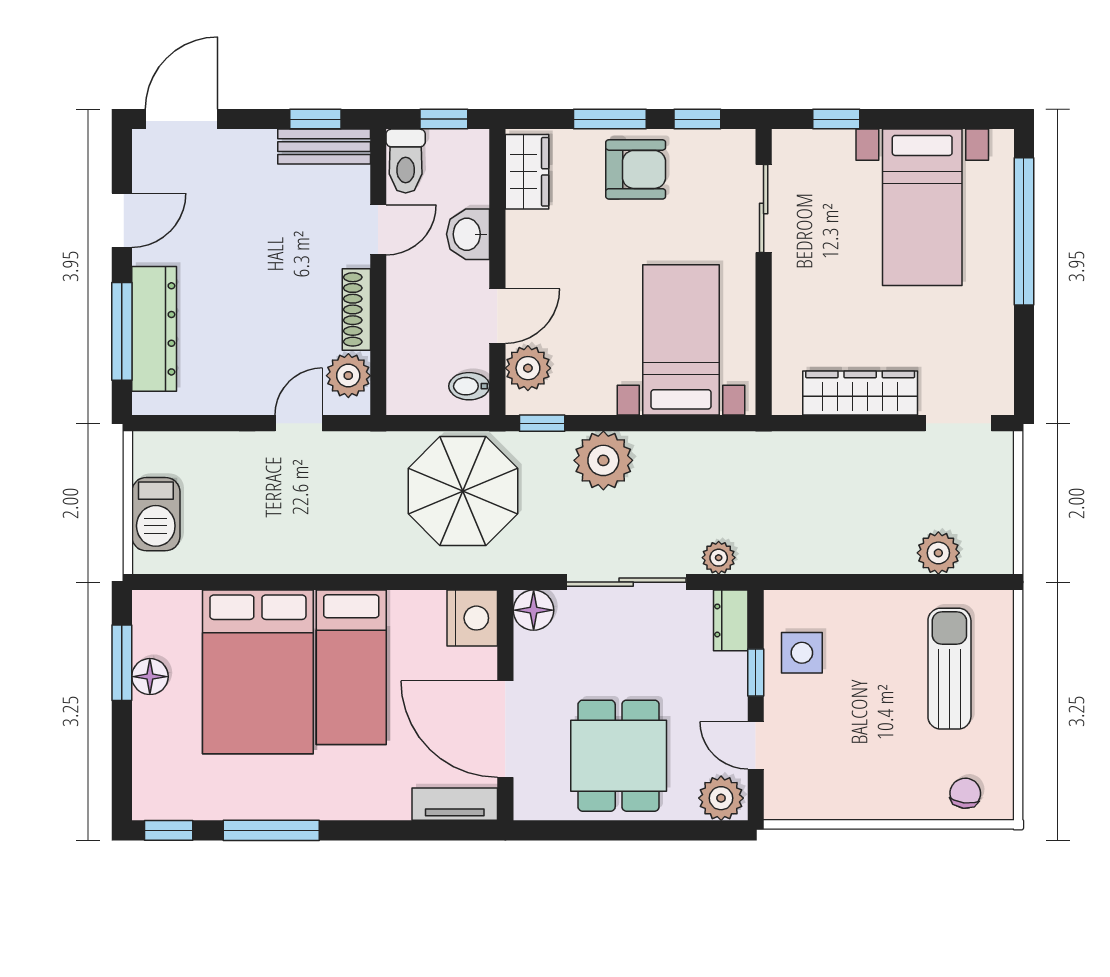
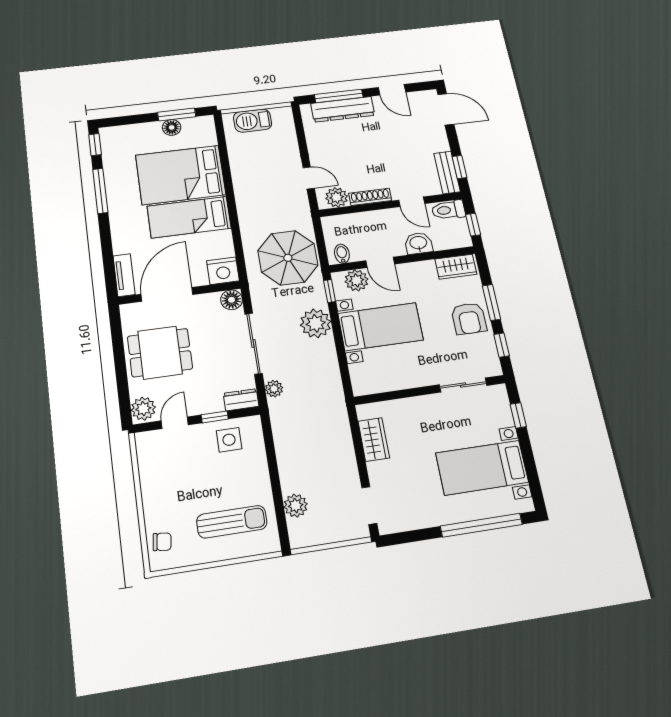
bed with nightstands: (681, 340) -> (381, 327), moved
wardrobe: (860, 393) -> (374, 440), width x0.67

